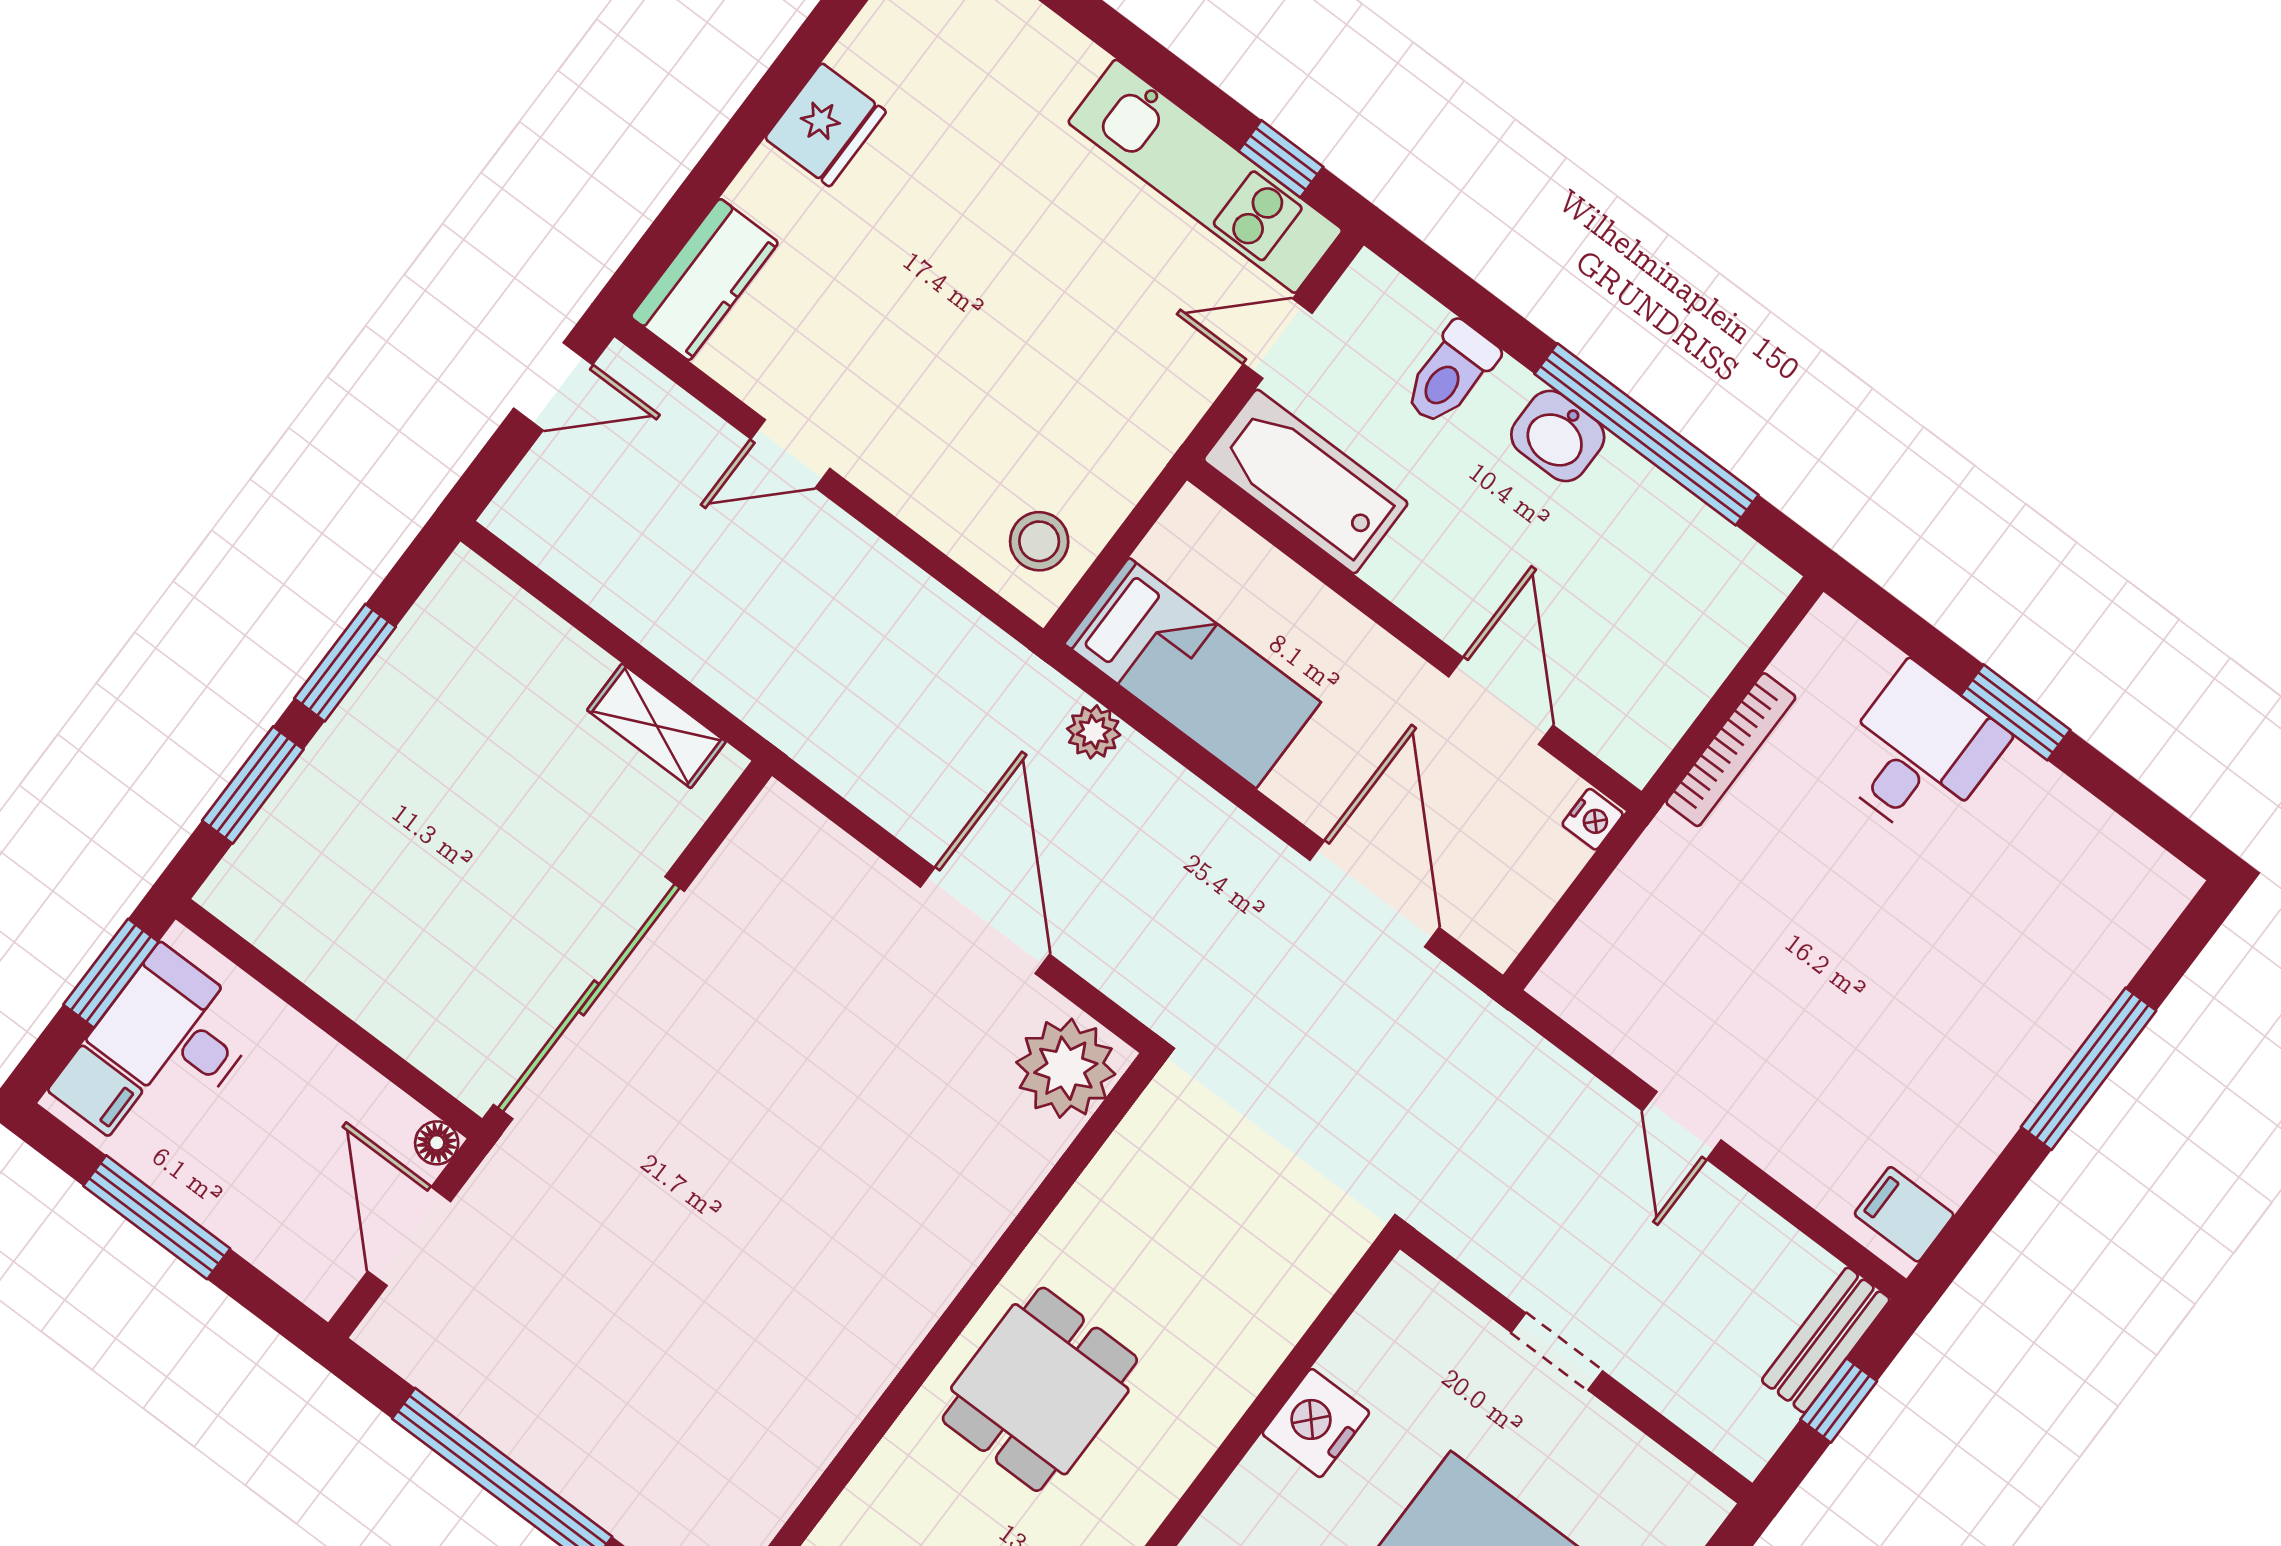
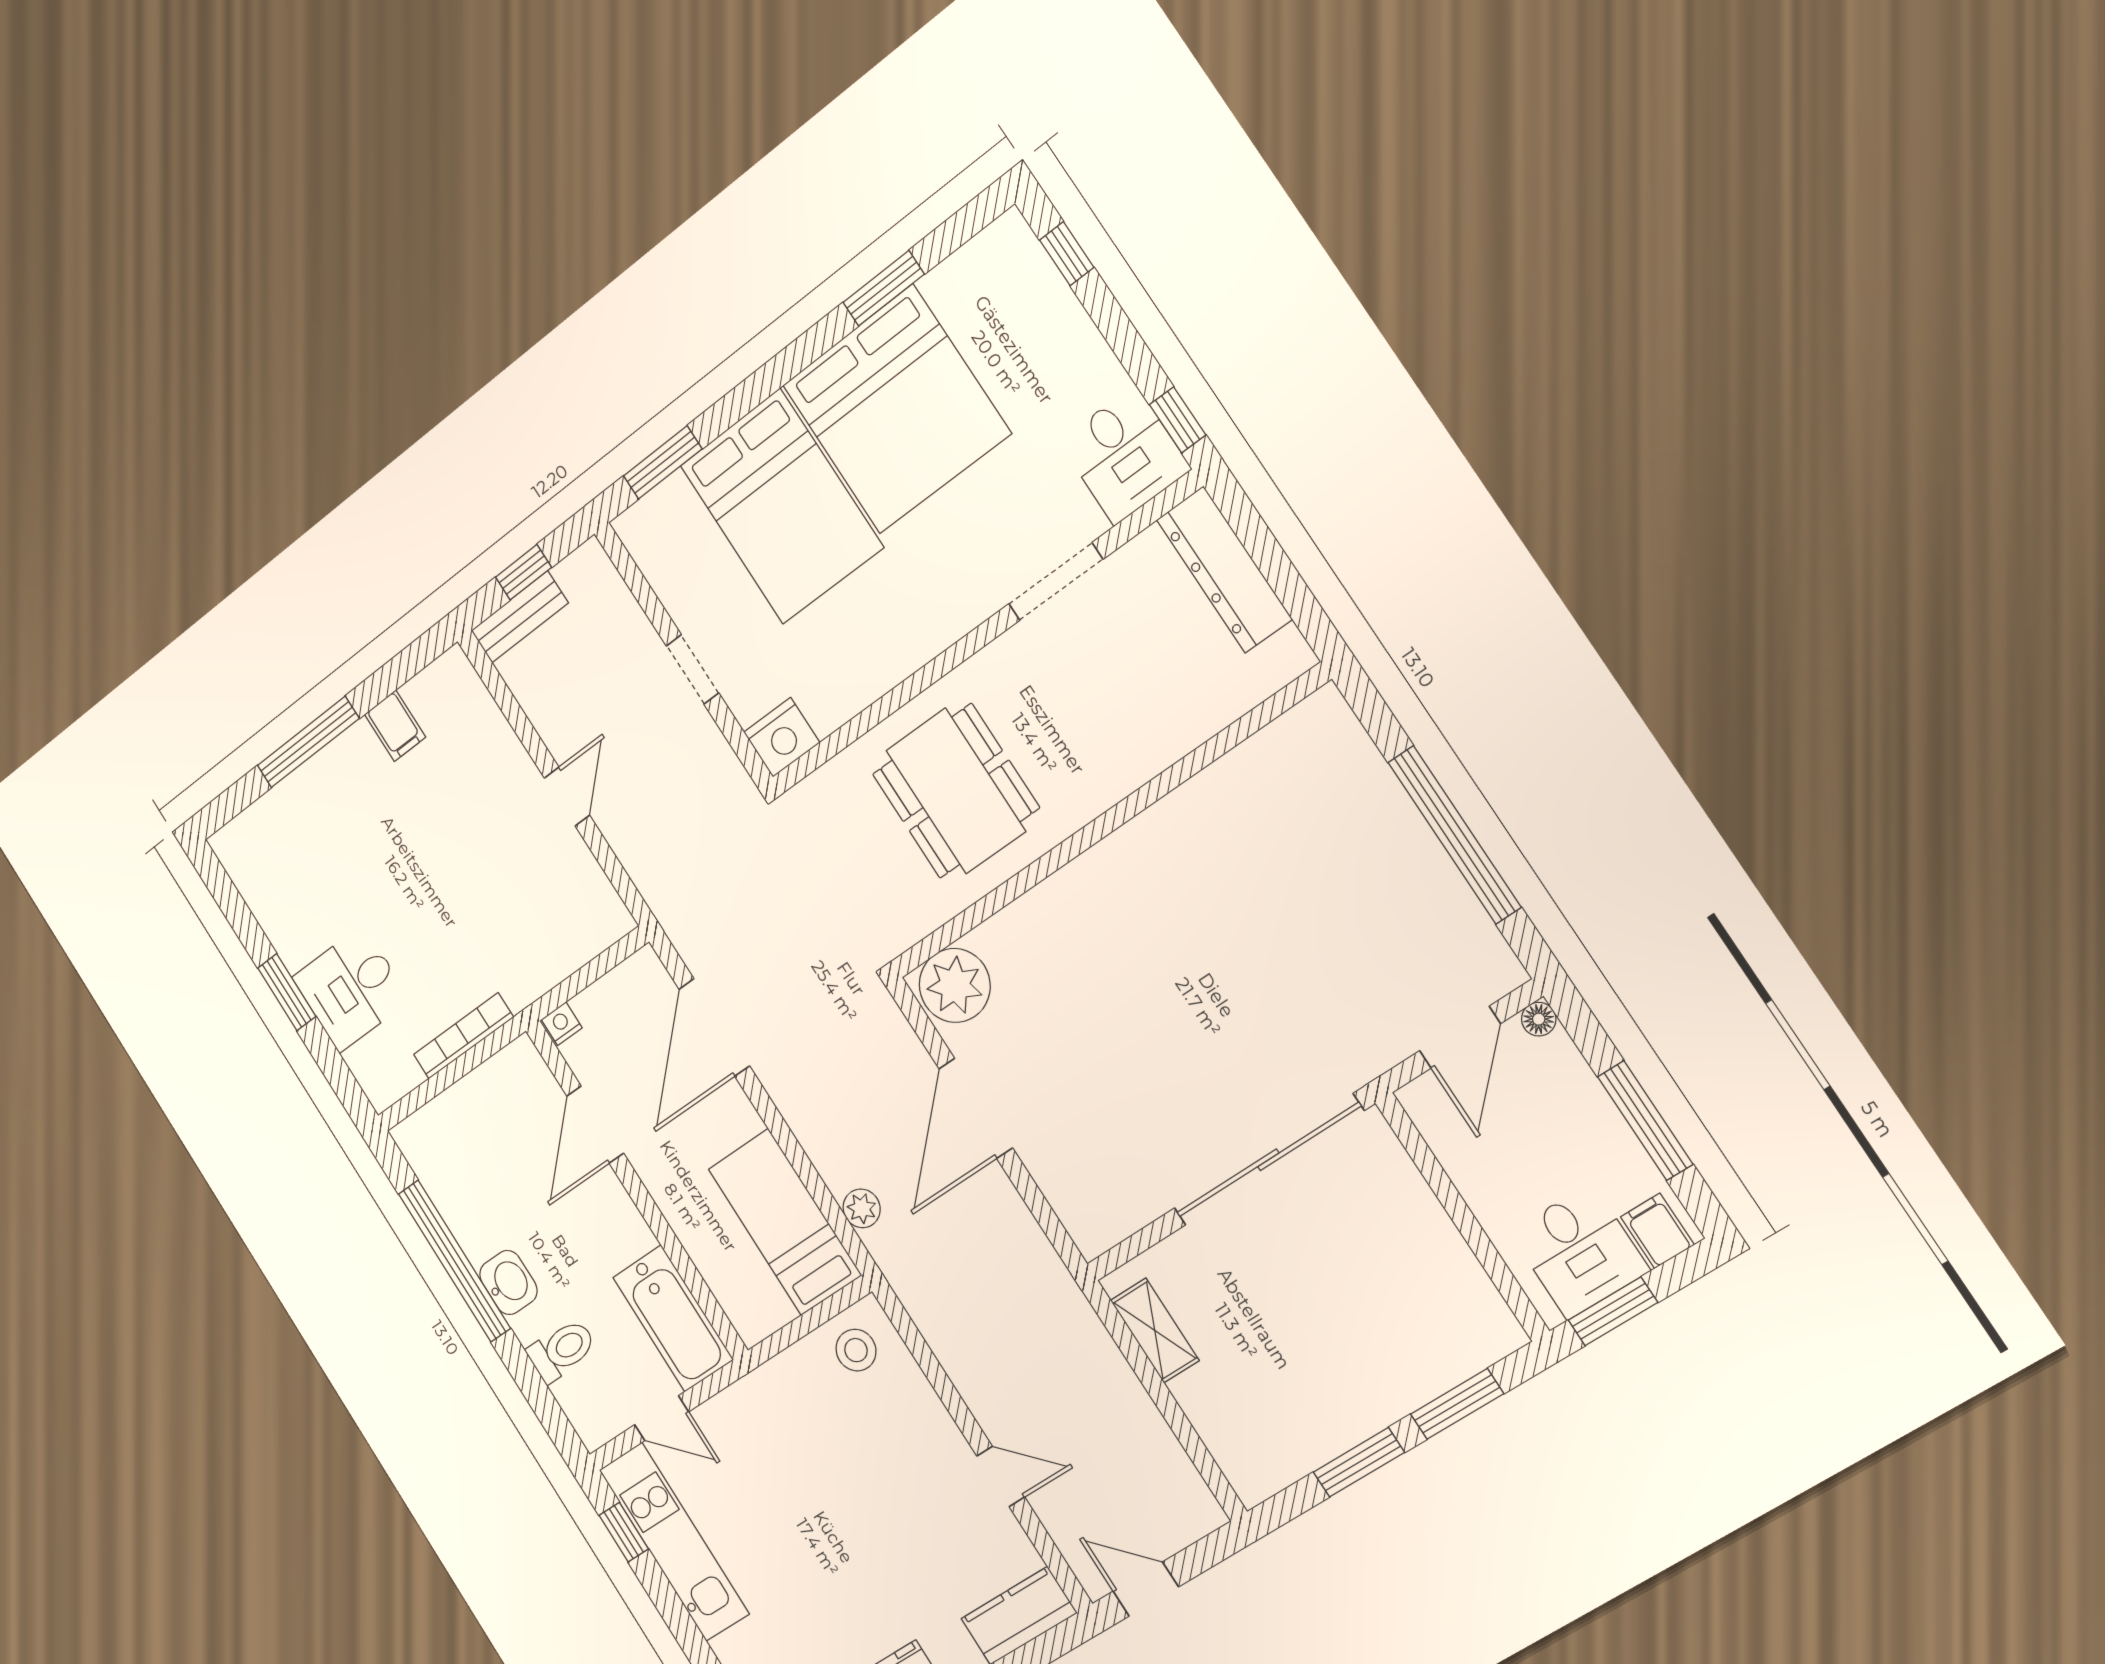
floor lamp: (437, 1143) -> (1539, 1019), moved
filing cabinet: (1904, 1214) -> (395, 726), moved
dining table: (1040, 1389) -> (956, 791), moved, width x1.37
nightstand: (1316, 1423) -> (782, 737), moved

